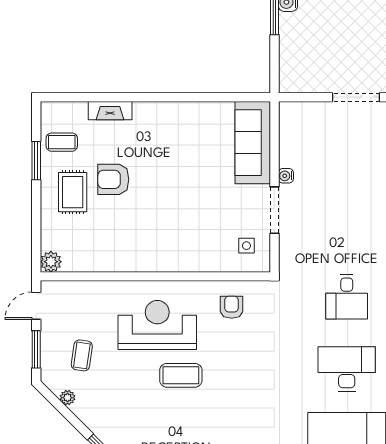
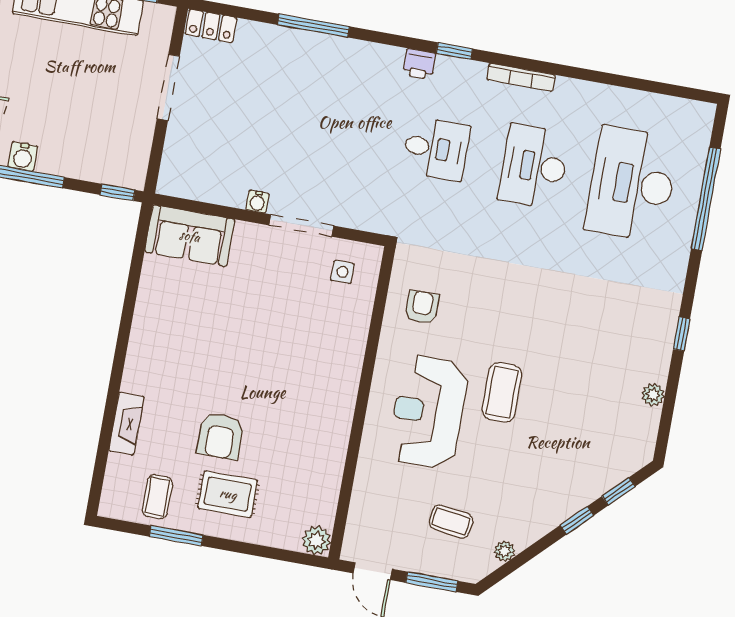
window: (274, 74) -> (118, 192), added
sofa: (253, 143) -> (190, 236), width x0.73
armchair: (232, 307) -> (422, 307), turned 90

